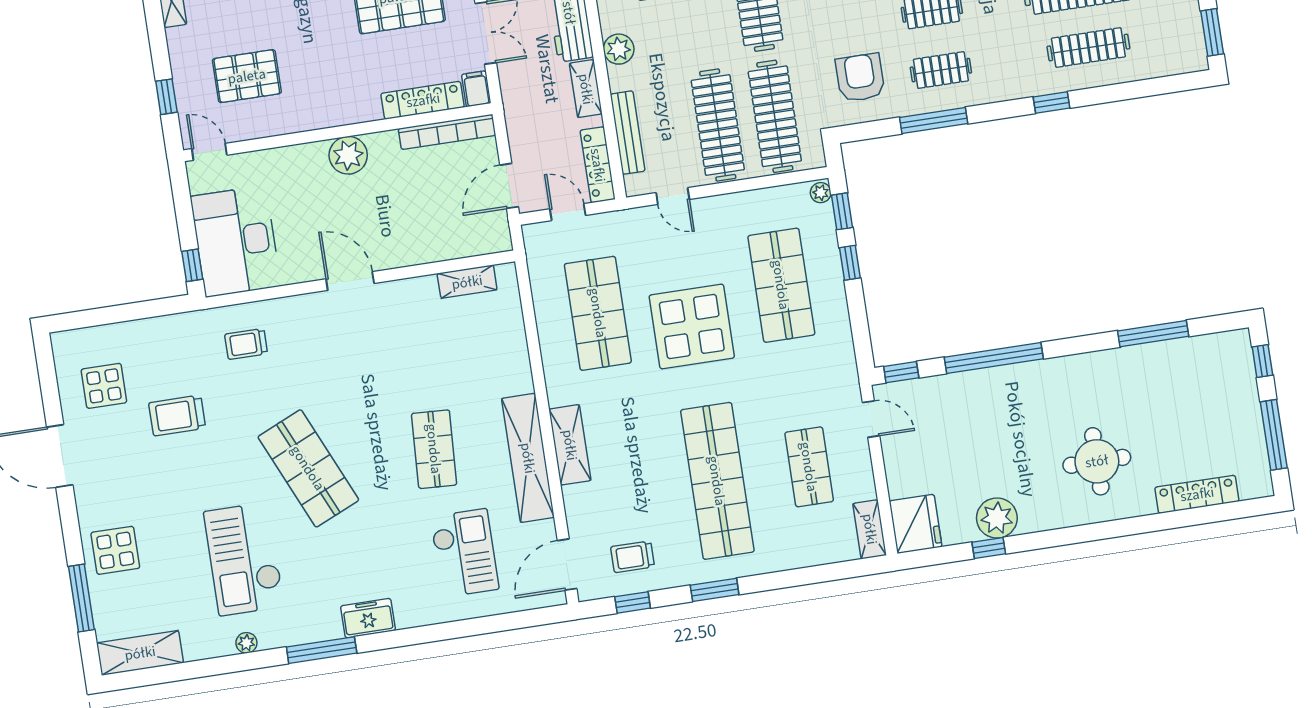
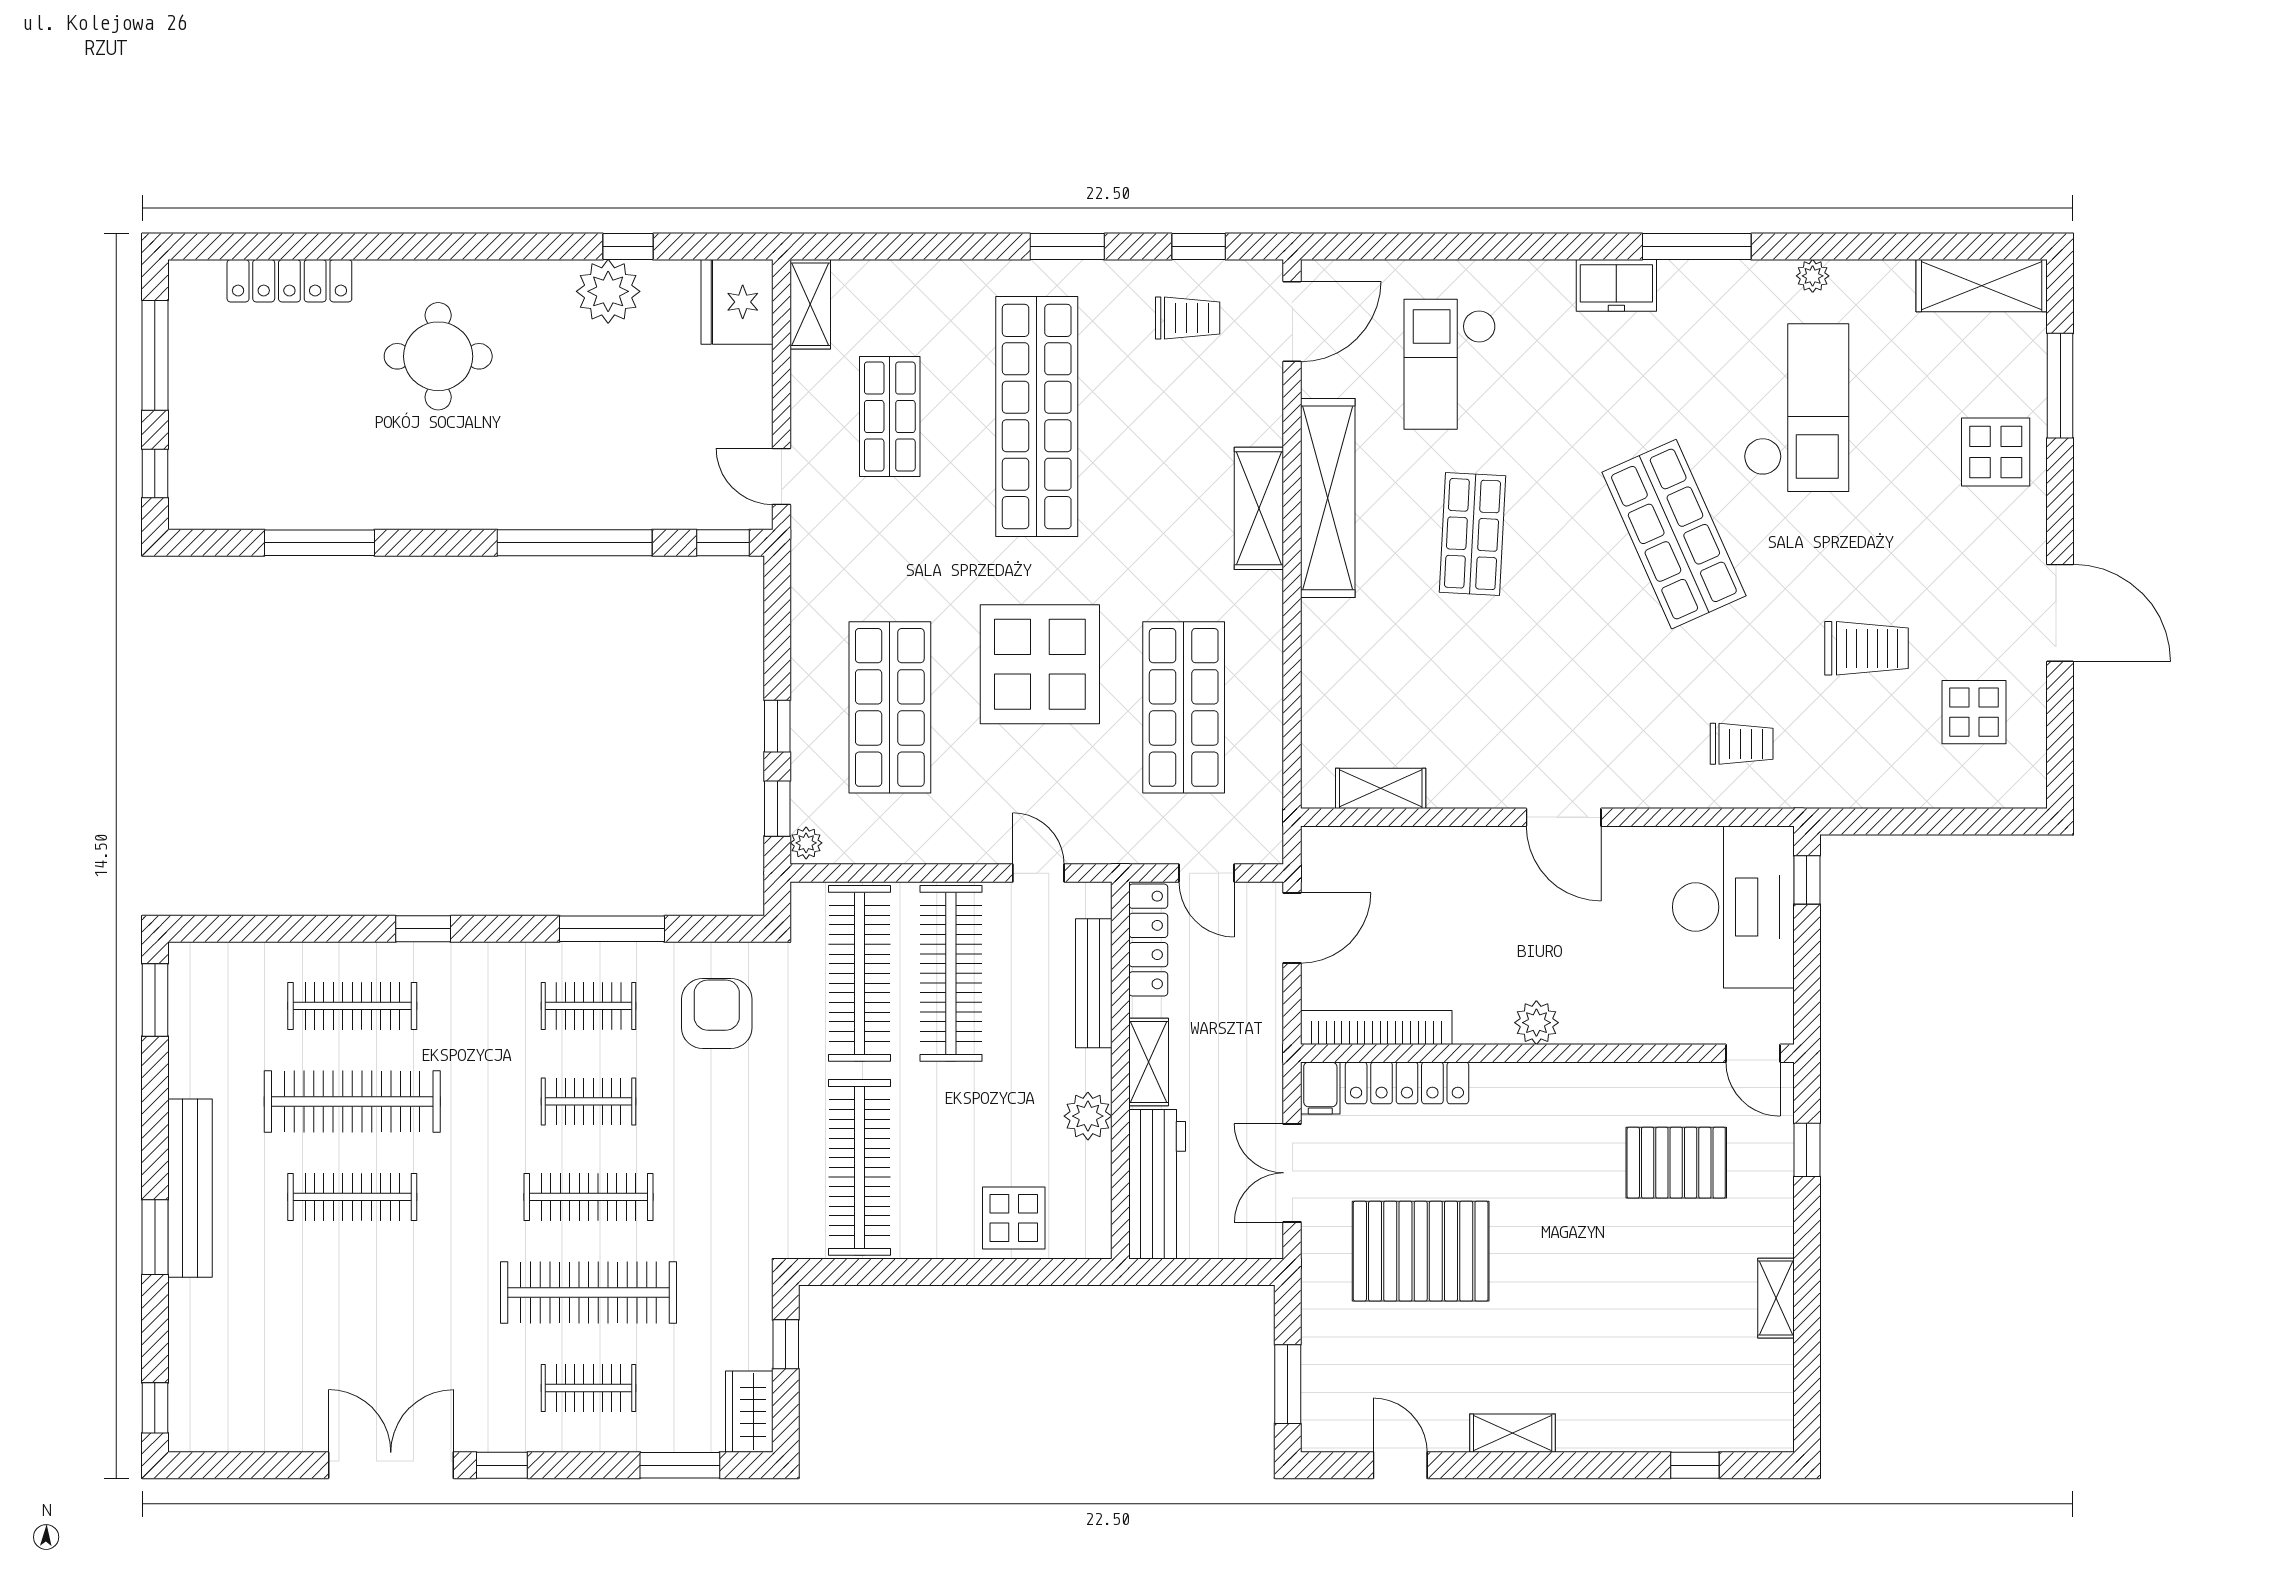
armchair: (860, 78) -> (717, 1013), turned 180
plant: (348, 155) -> (1536, 1023), width x0.73, depth x0.73

